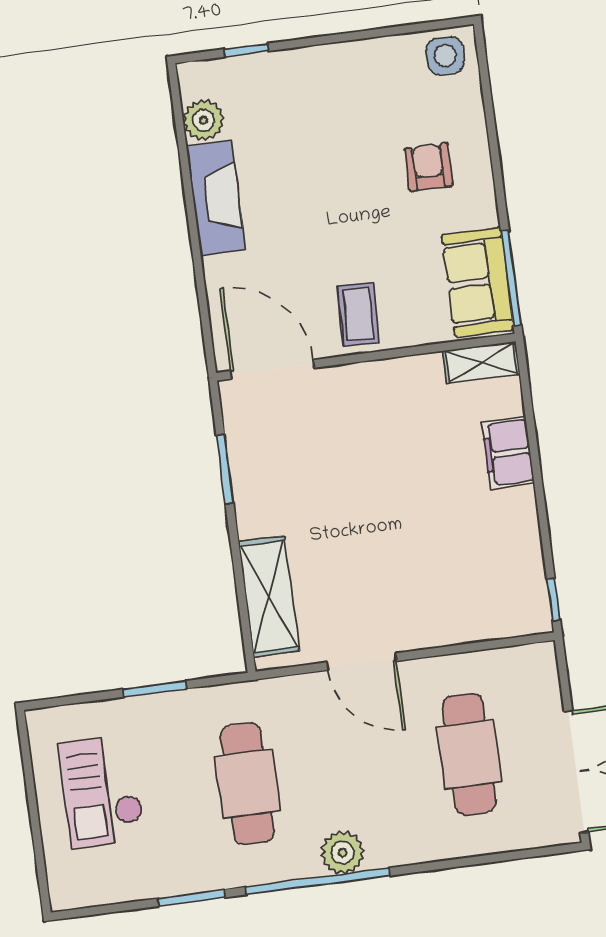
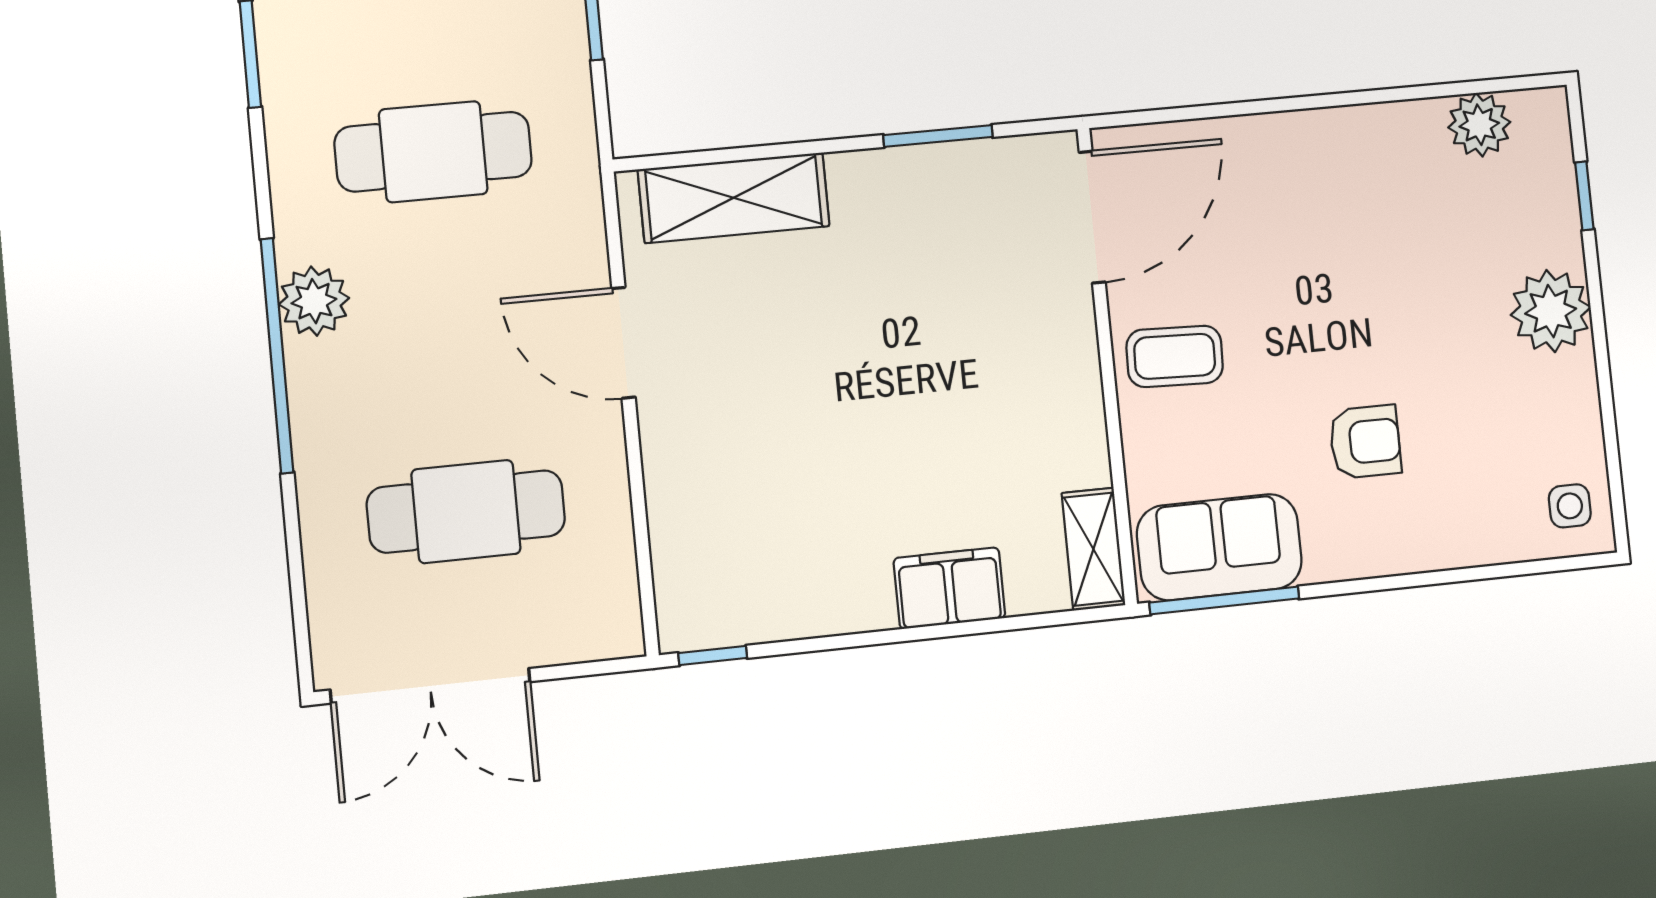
side table: (445, 56) -> (1570, 506), width x0.73, depth x0.73
plant: (321, 71) -> (1551, 311), added
armchair: (429, 167) -> (1365, 442), moved
fireplace: (216, 198) -> (1360, 139), removed
door: (362, 662) -> (623, 343), hinge flipped
window: (317, 881) -> (277, 356), moved

